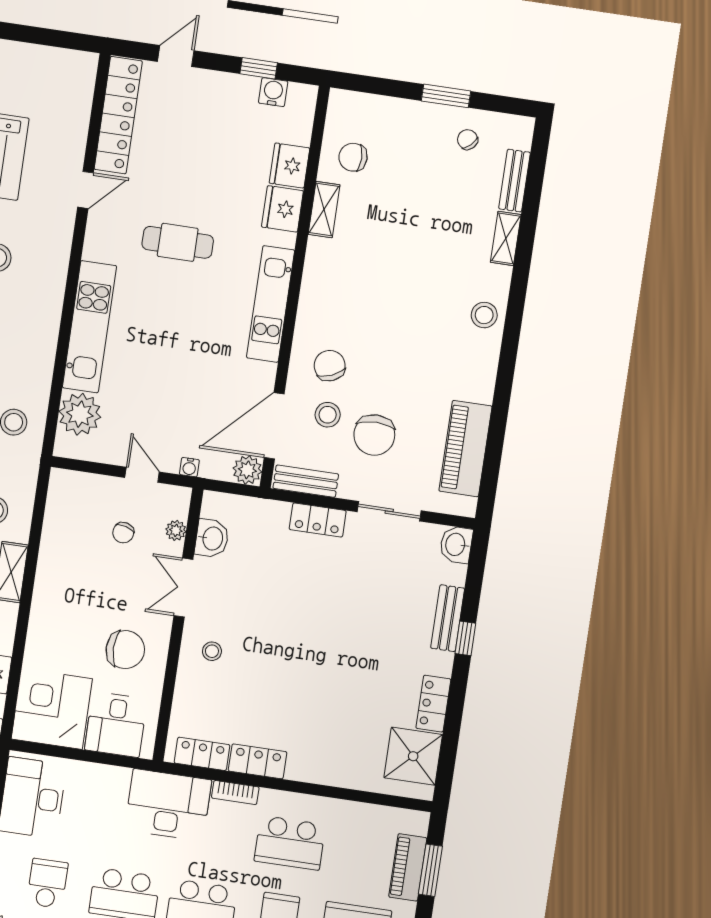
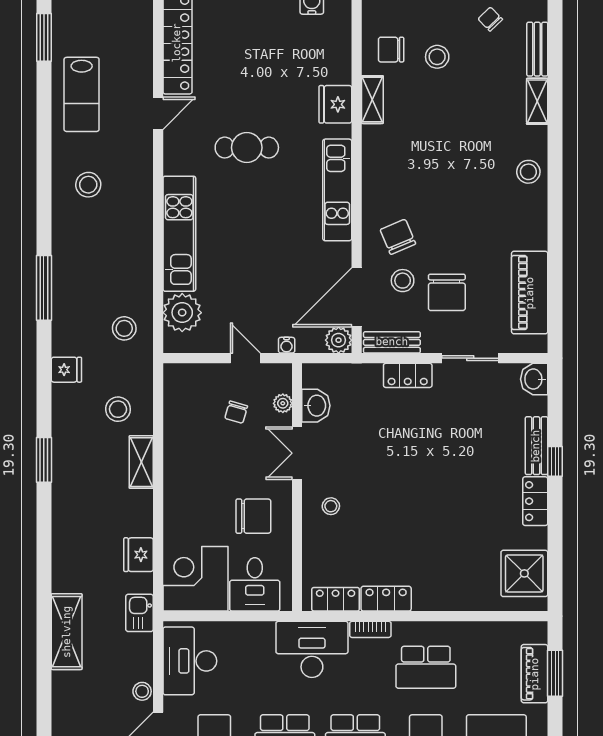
fridge: (289, 166) -> (336, 65), removed
stool: (403, 173) -> (437, 57), added
locker: (433, 704) -> (535, 501), moved

